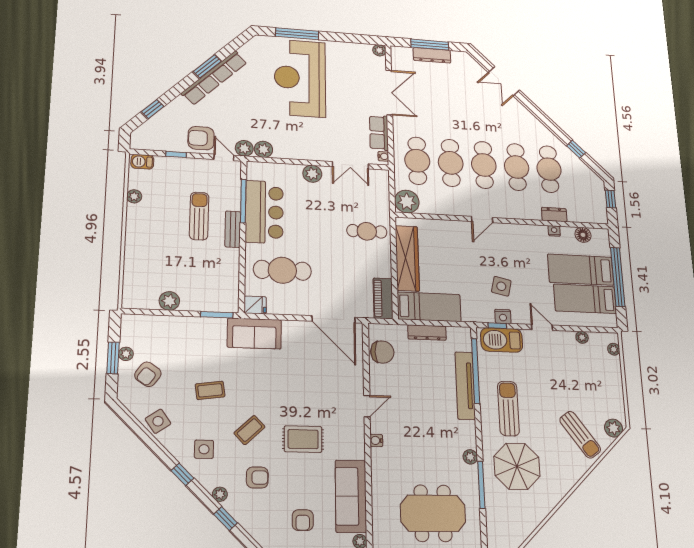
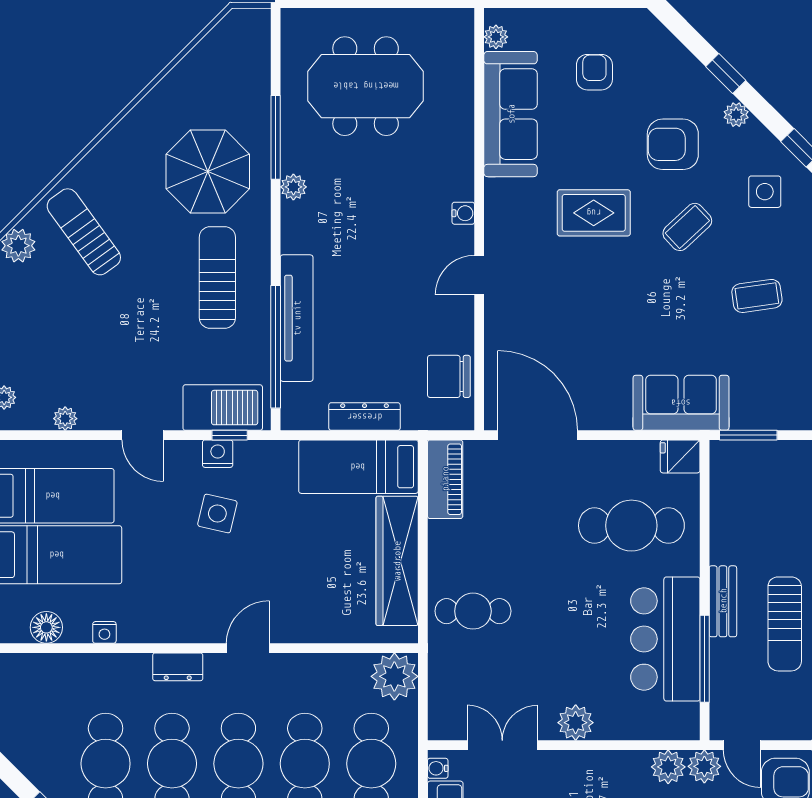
dresser: (554, 215) -> (178, 667), moved
sun lounger: (508, 408) -> (217, 277), turned 180
armchair: (257, 477) -> (673, 144), width x1.38, depth x1.38

